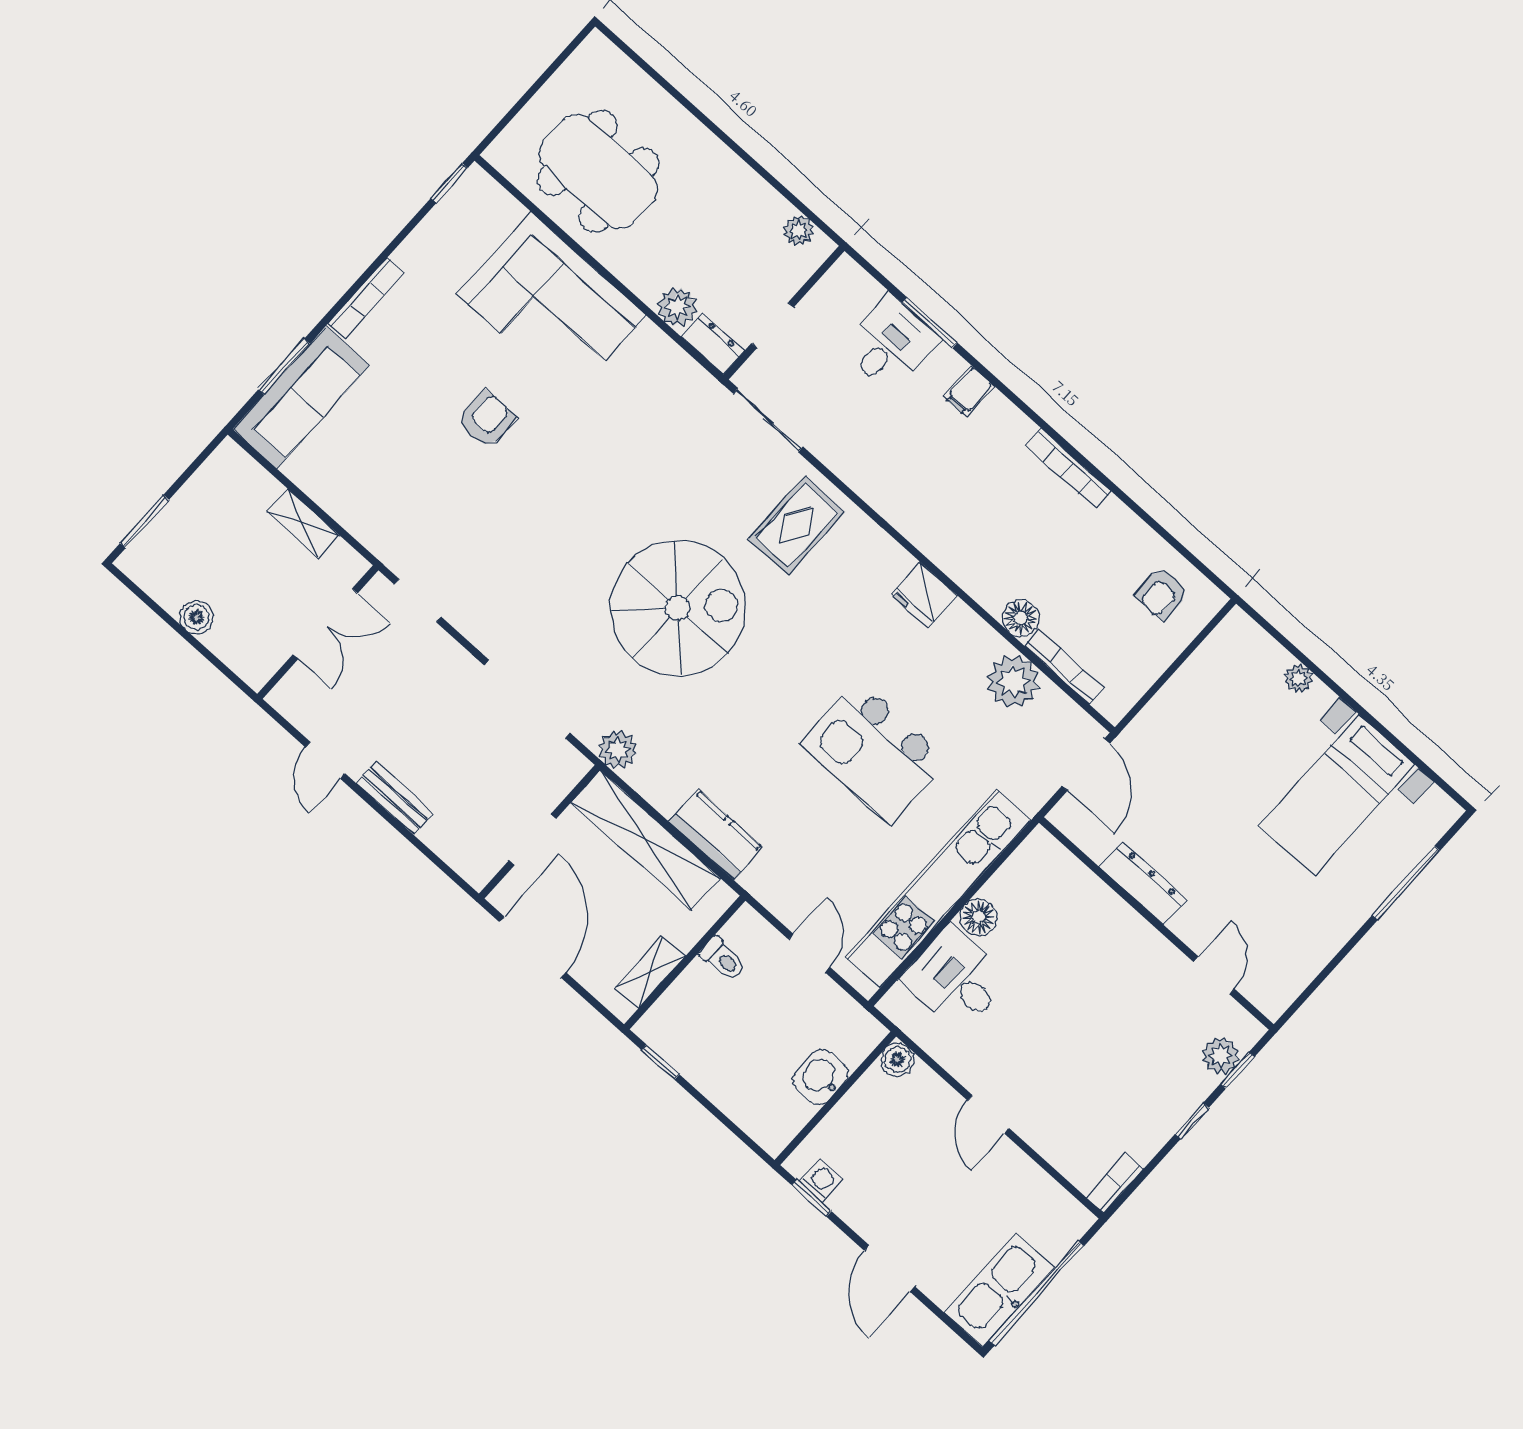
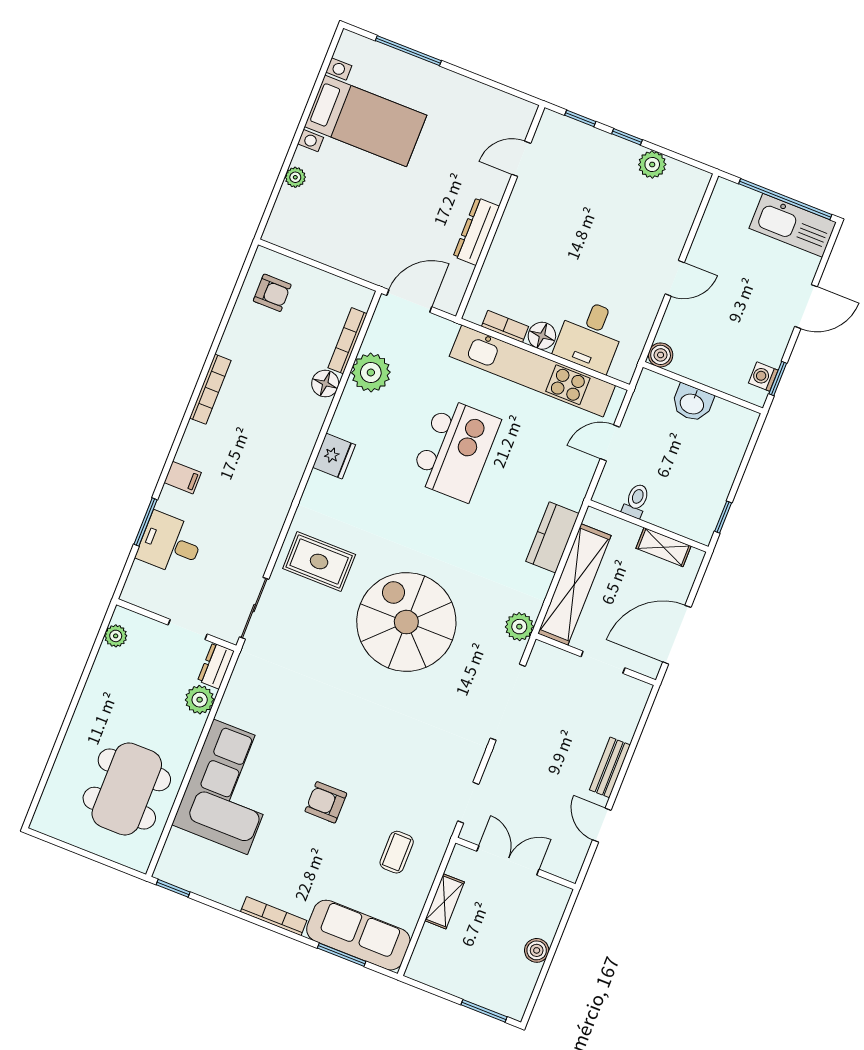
coffee table: (389, 486) -> (397, 852), added
door: (325, 760) -> (602, 825), swing flipped
plant: (1220, 1055) -> (652, 164), moved
bookcase: (1115, 1183) -> (505, 326), moved, turned 180

